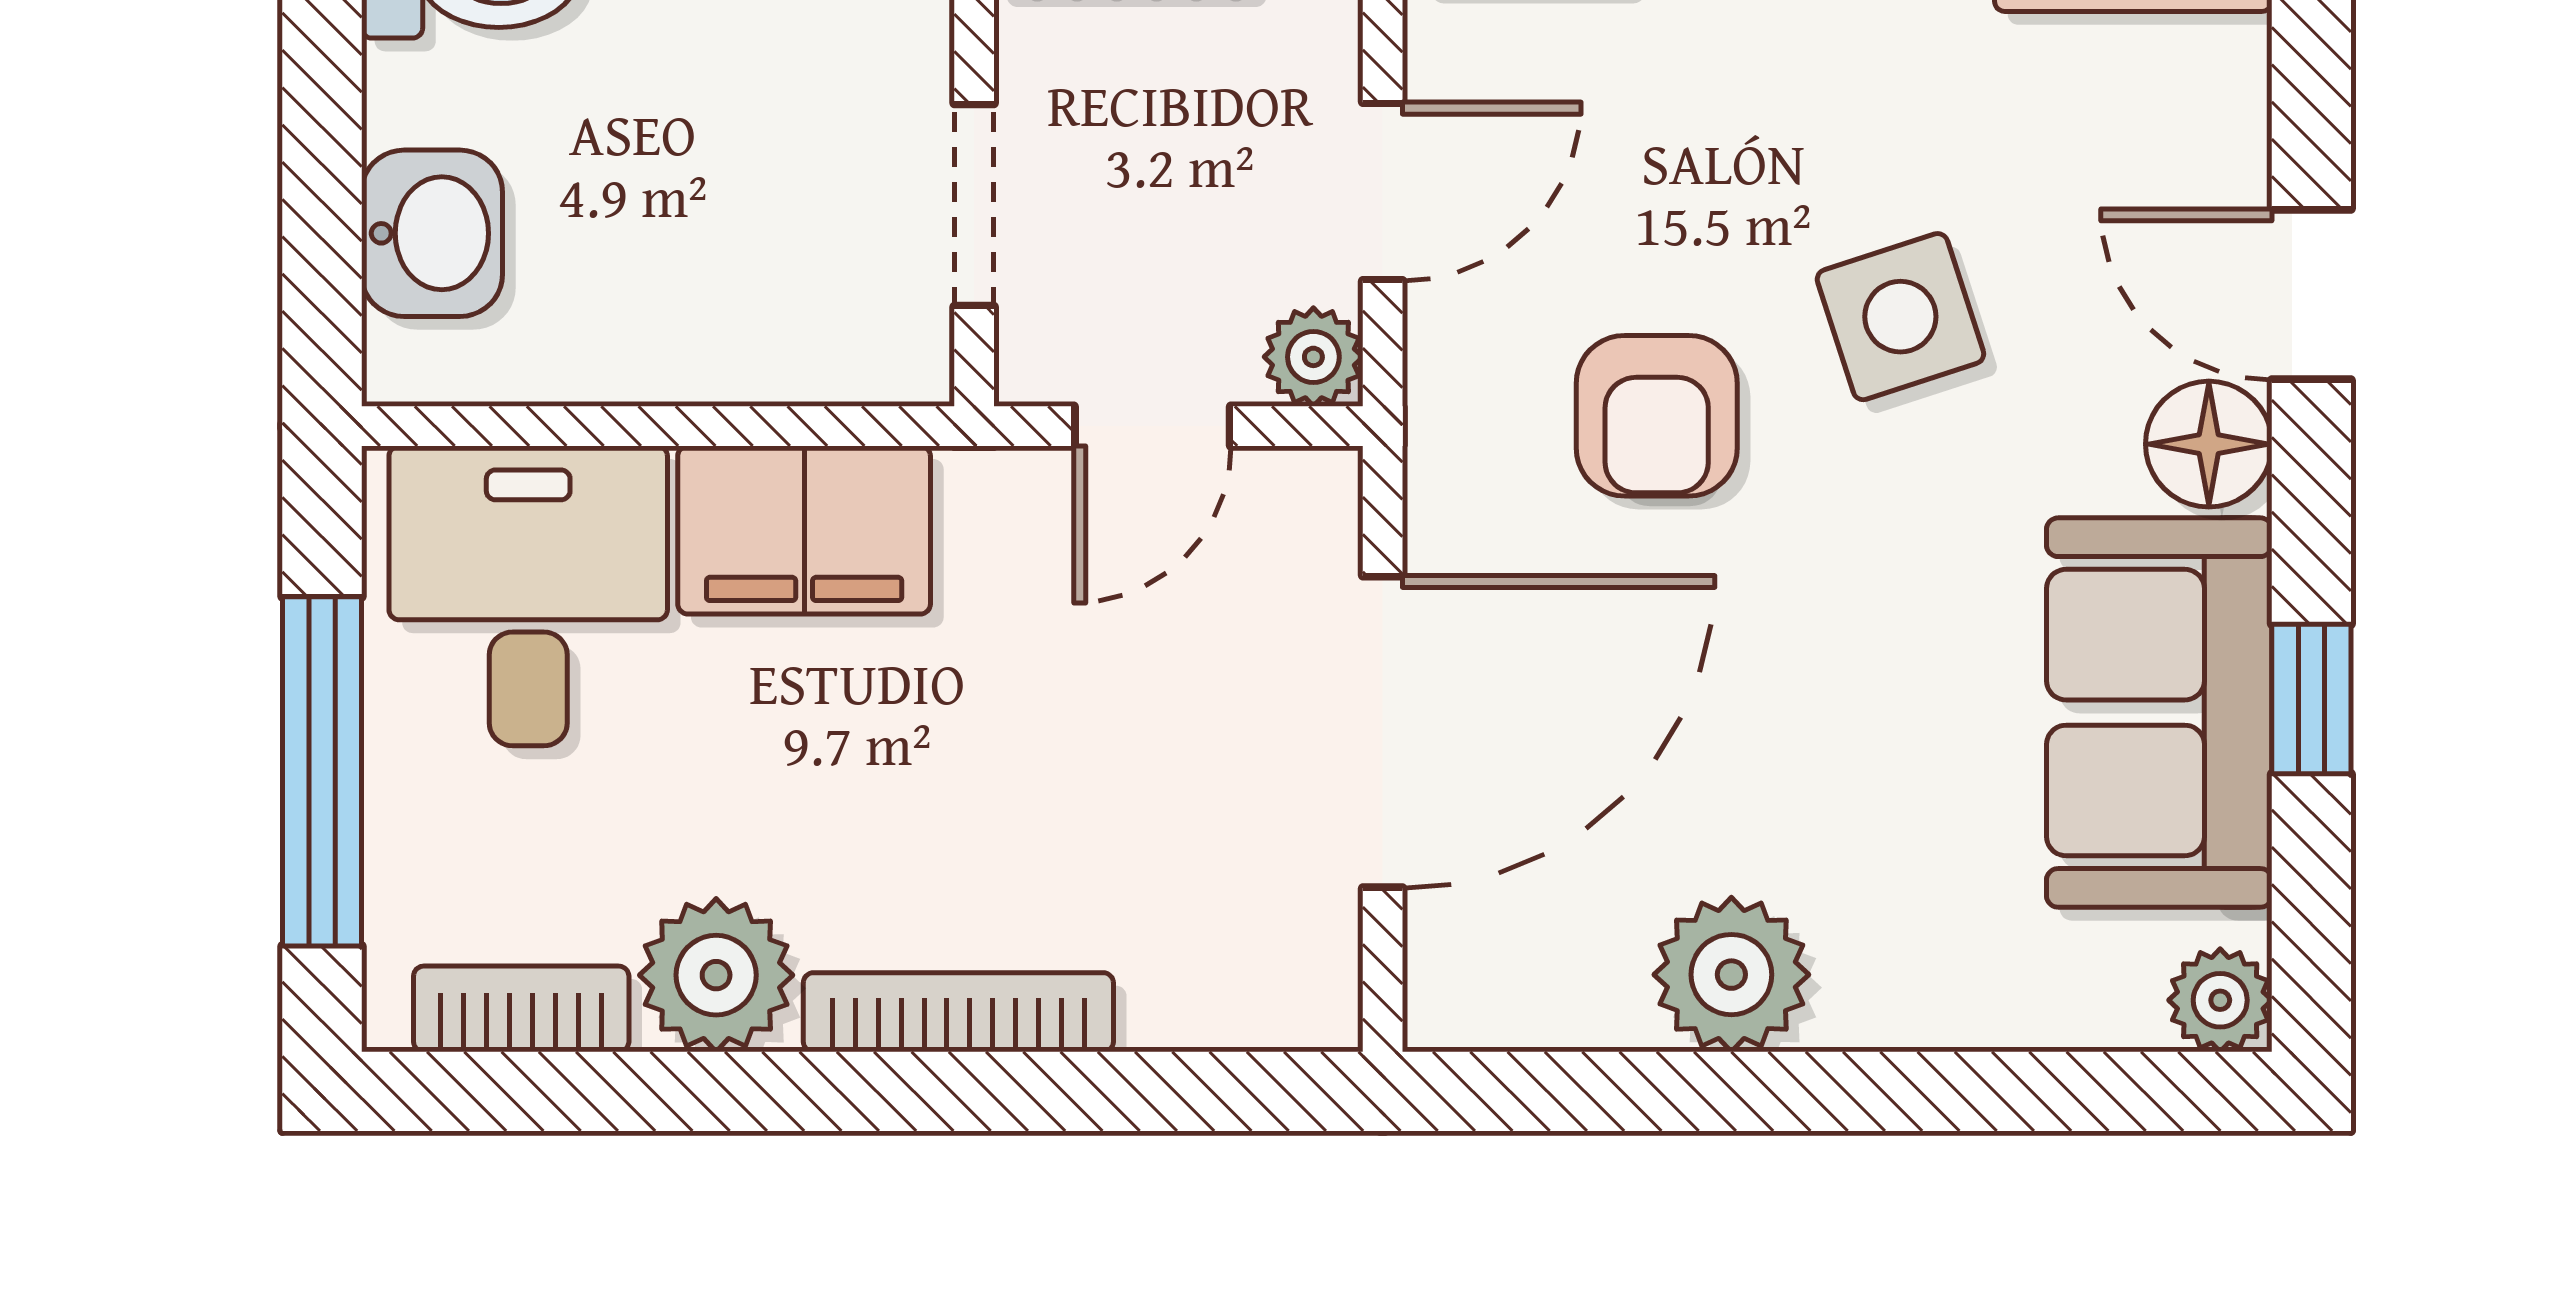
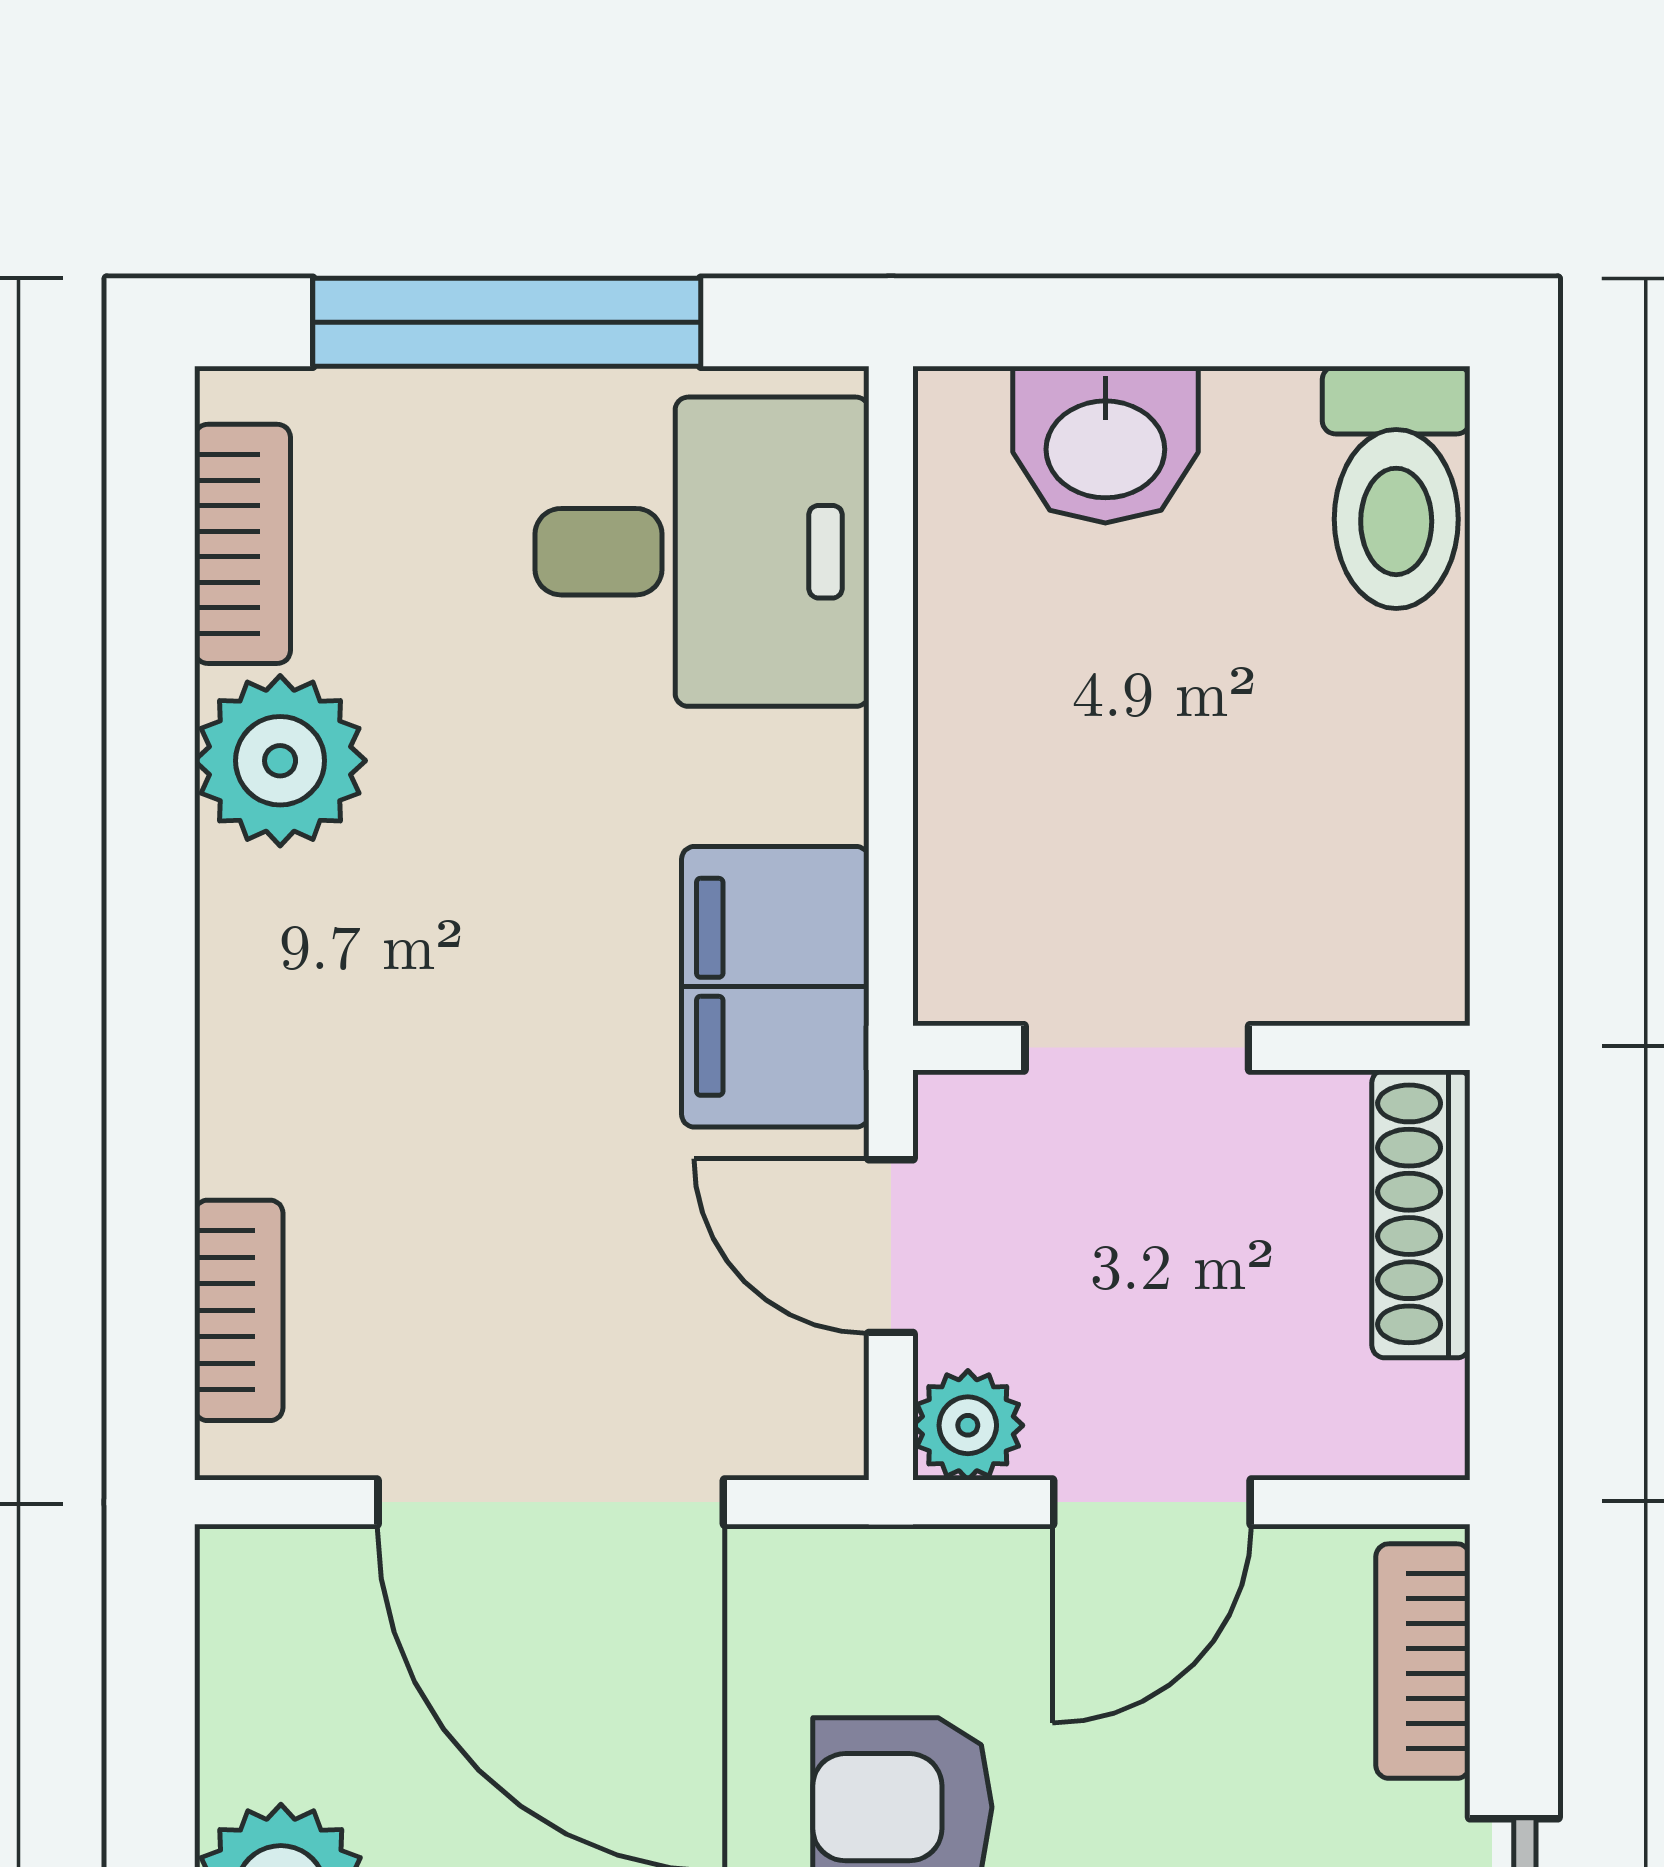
door: (1383, 192) -> (1152, 1502), hinge flipped
filing cabinet: (804, 530) -> (775, 987), moved
bookcase: (958, 1012) -> (239, 1310), moved, width x0.64

